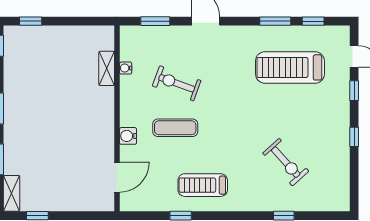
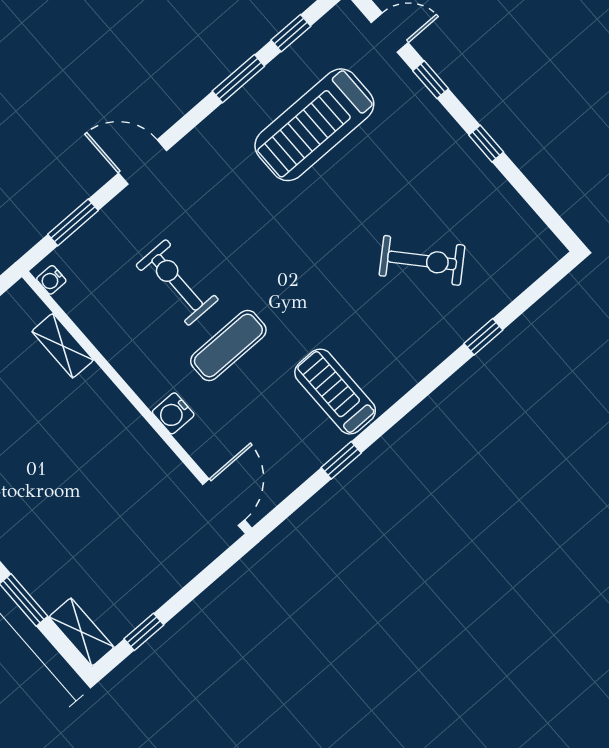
water cooler: (126, 68) -> (51, 280), moved
exercise bike: (177, 83) -> (177, 282), turned 70
door: (117, 177) -> (224, 502), moved
treadmill: (203, 185) -> (335, 392), turned 90

